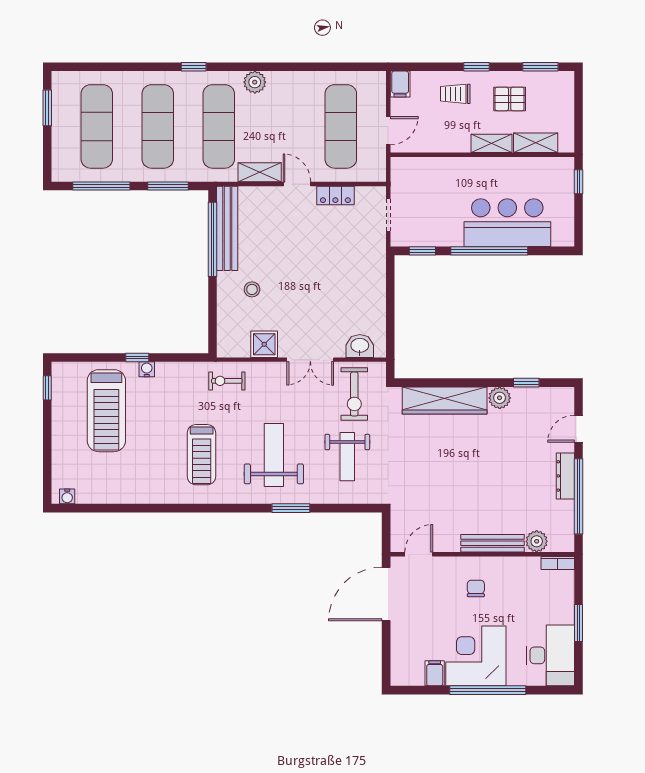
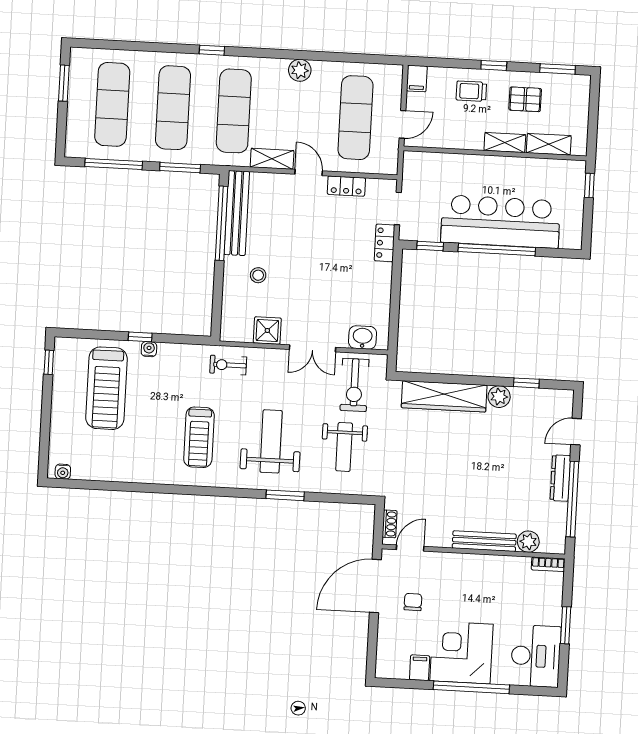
plant: (255, 82) -> (300, 70), moved
bar counter: (507, 223) -> (501, 222), width x1.36
locker: (377, 250) -> (385, 243), added
shoe rack: (397, 531) -> (390, 524), added
chair: (476, 588) -> (413, 602), moved

